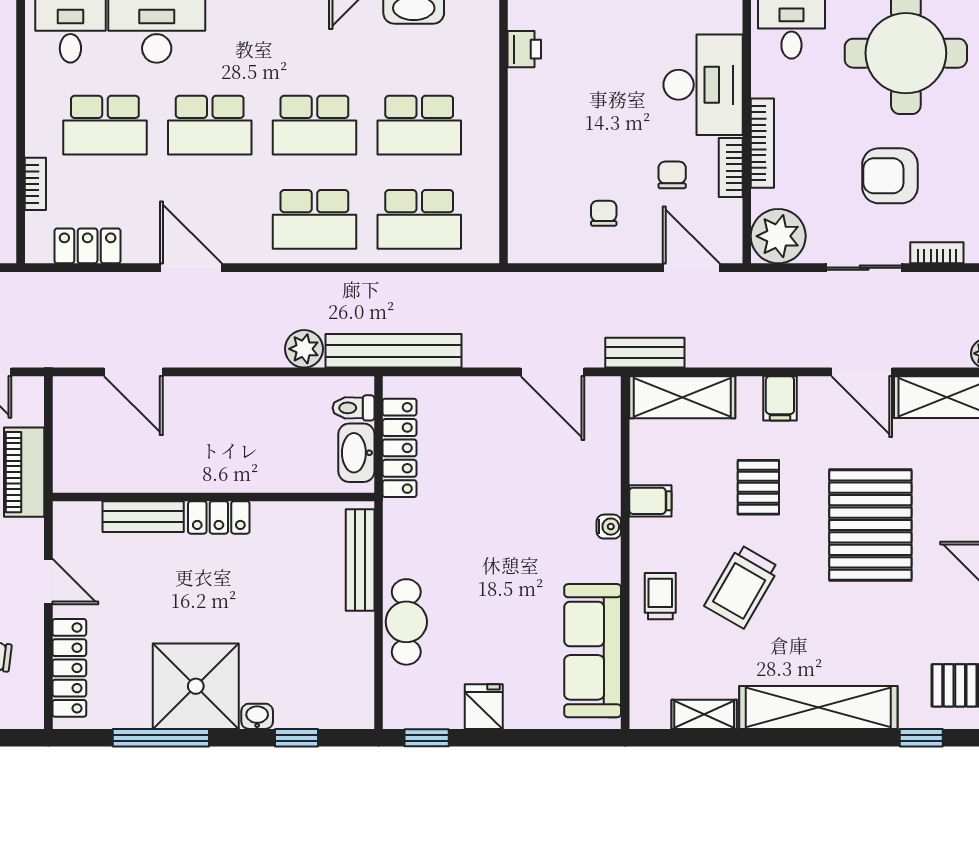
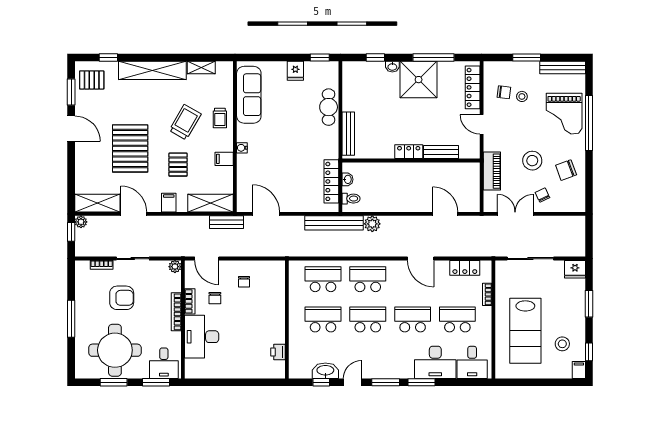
plant: (778, 236) -> (175, 267), width x0.53, depth x0.53
washbasin: (356, 453) -> (348, 179), width x0.52, depth x0.69

